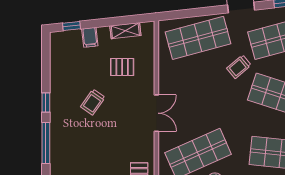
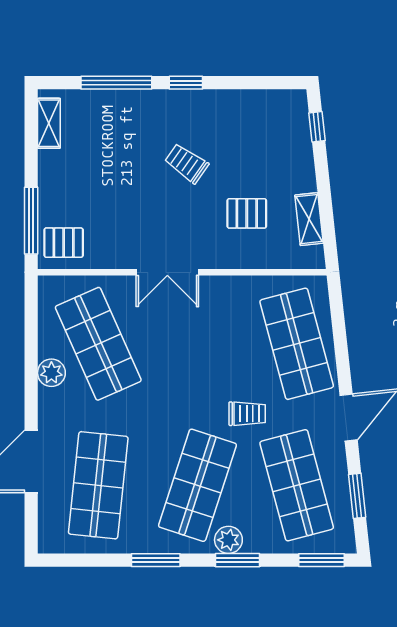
filing cabinet: (90, 37) -> (298, 158), removed
pallet: (122, 67) -> (247, 213), turned 90
trolley: (239, 67) -> (247, 414), turned 130

